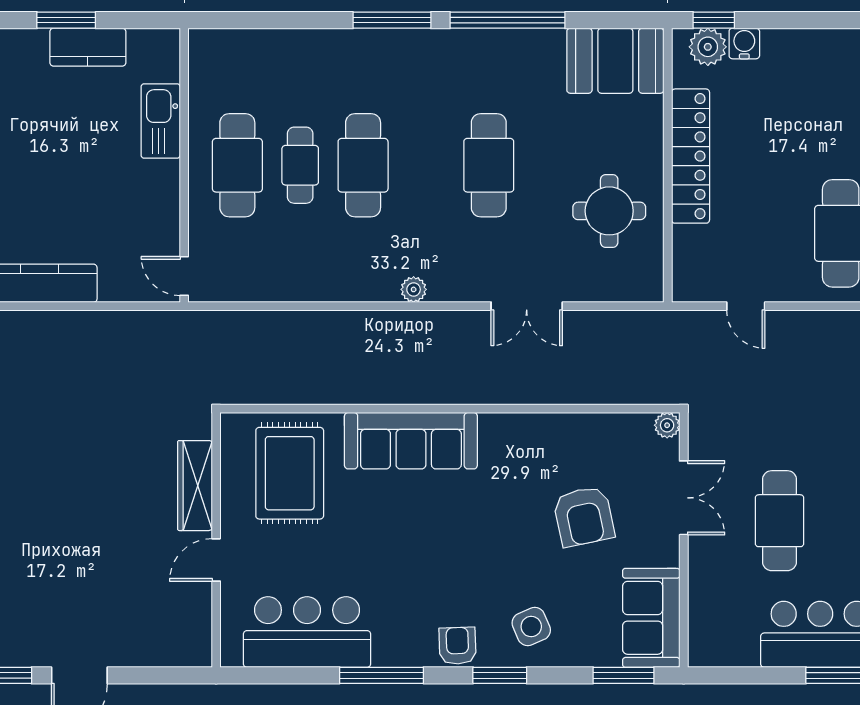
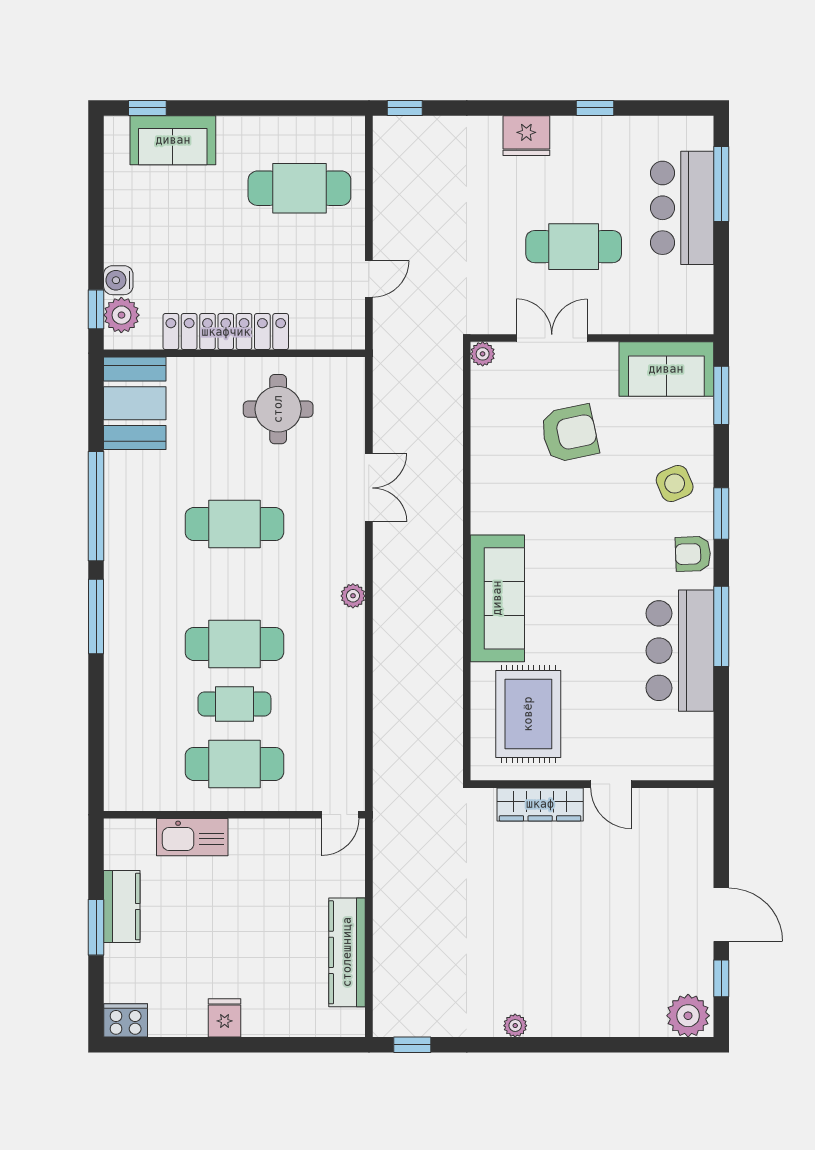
rug: (290, 473) -> (528, 714), turned 90
bar counter: (307, 632) -> (680, 651), moved

